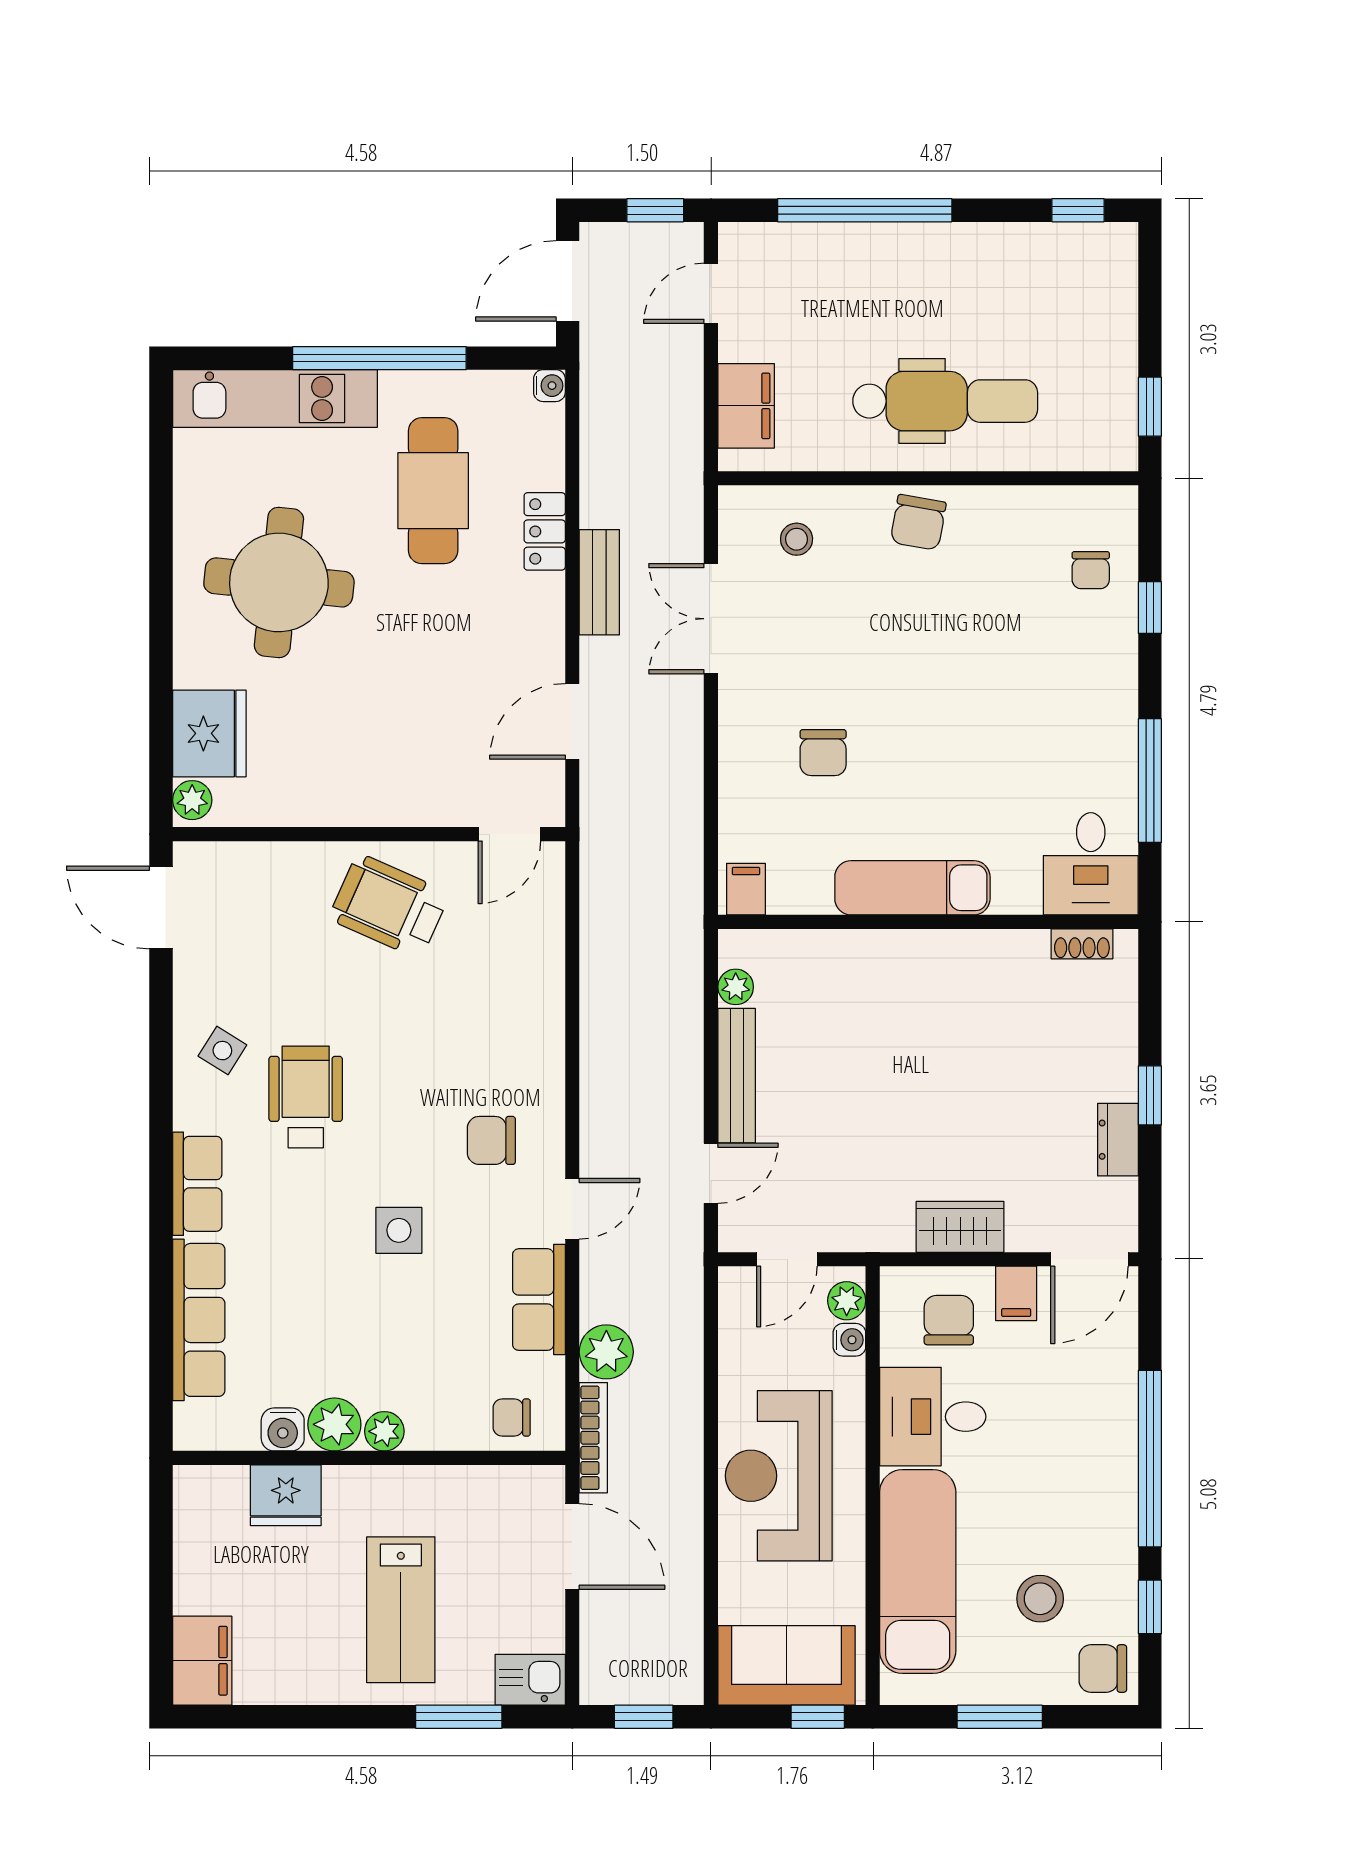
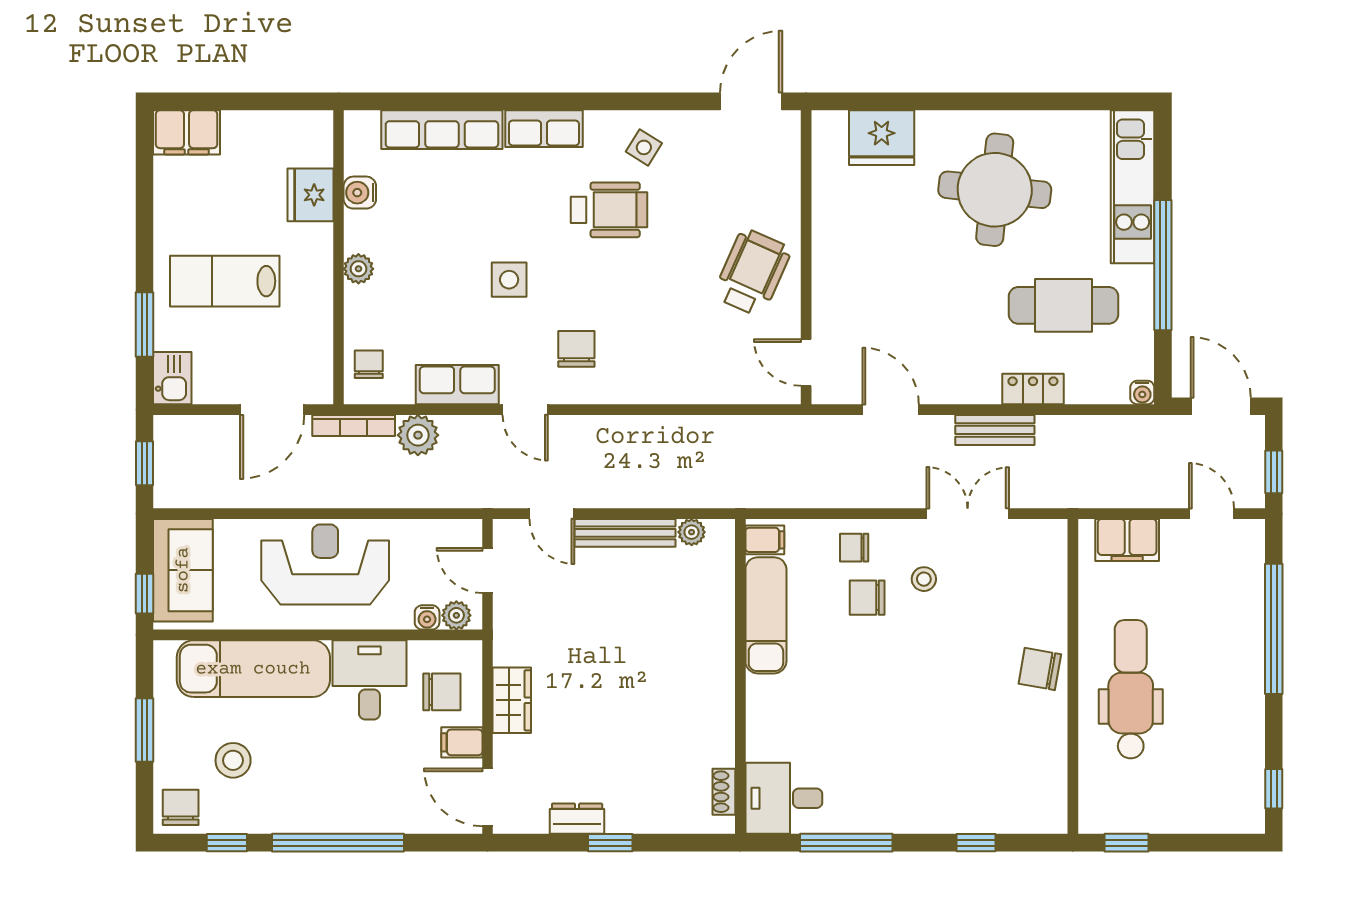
dental chair: (945, 401) -> (1131, 689), turned 180
stool: (797, 539) -> (924, 579), moved
chair: (1091, 570) -> (854, 548), moved
plant: (192, 800) -> (832, 125), removed
exam couch: (912, 888) -> (766, 615), moved
plant: (334, 1424) -> (364, 231), removed

